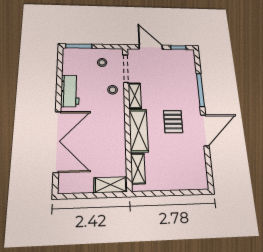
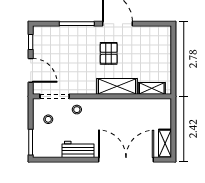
door: (151, 47) -> (31, 70), swing flipped
shelving: (135, 96) -> (83, 89), removed
pallet: (173, 122) -> (109, 53), turned 90
shelving: (111, 185) -> (165, 143), moved

